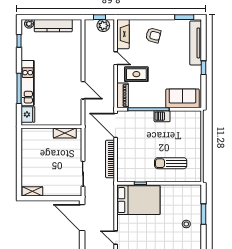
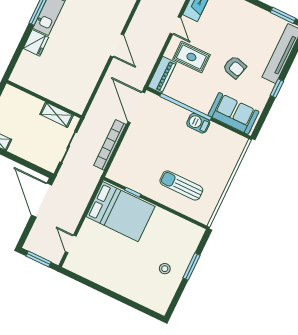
armchair: (153, 35) -> (235, 67), moved
wall: (51, 127) -> (44, 99), moved
shelving: (65, 133) -> (57, 115), moved

